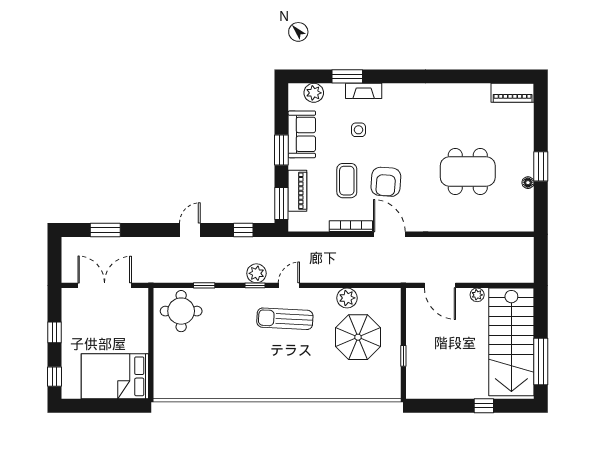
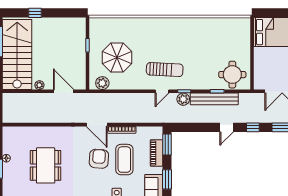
dining table: (468, 172) -> (46, 165), turned 90
coffee table: (347, 181) -> (124, 160), width x1.36, depth x1.32
window: (243, 230) -> (253, 127), moved
bench: (209, 274) -> (214, 99), added
plant: (347, 298) -> (102, 83), moved

